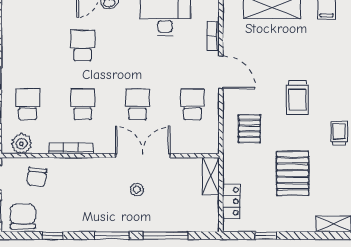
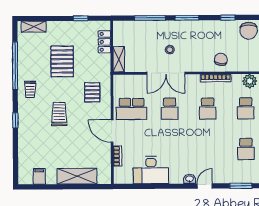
school desk: (83, 45) -> (246, 149), moved
school desk: (193, 104) -> (132, 109), width x1.85
chair: (37, 177) -> (221, 59), moved

